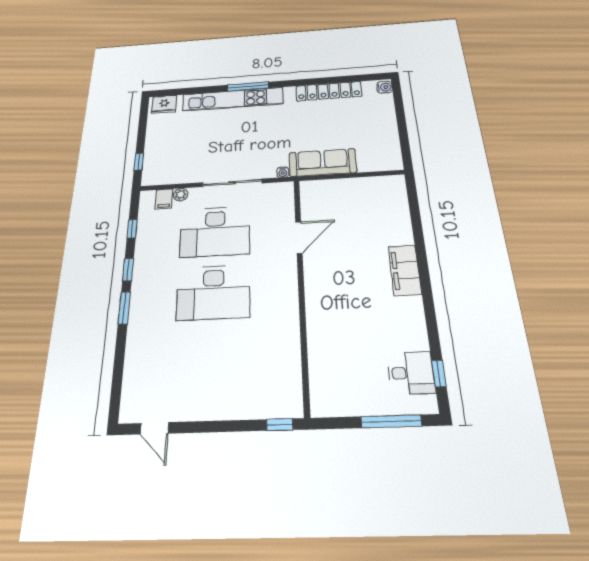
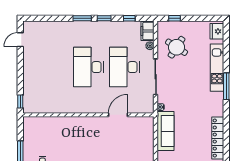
kitchen unit: (233, 99) -> (217, 68), width x0.73
round table: (185, 156) -> (177, 47), added
filing cabinet: (164, 199) -> (148, 31), width x2.00
door: (299, 237) -> (118, 115), swing flipped

